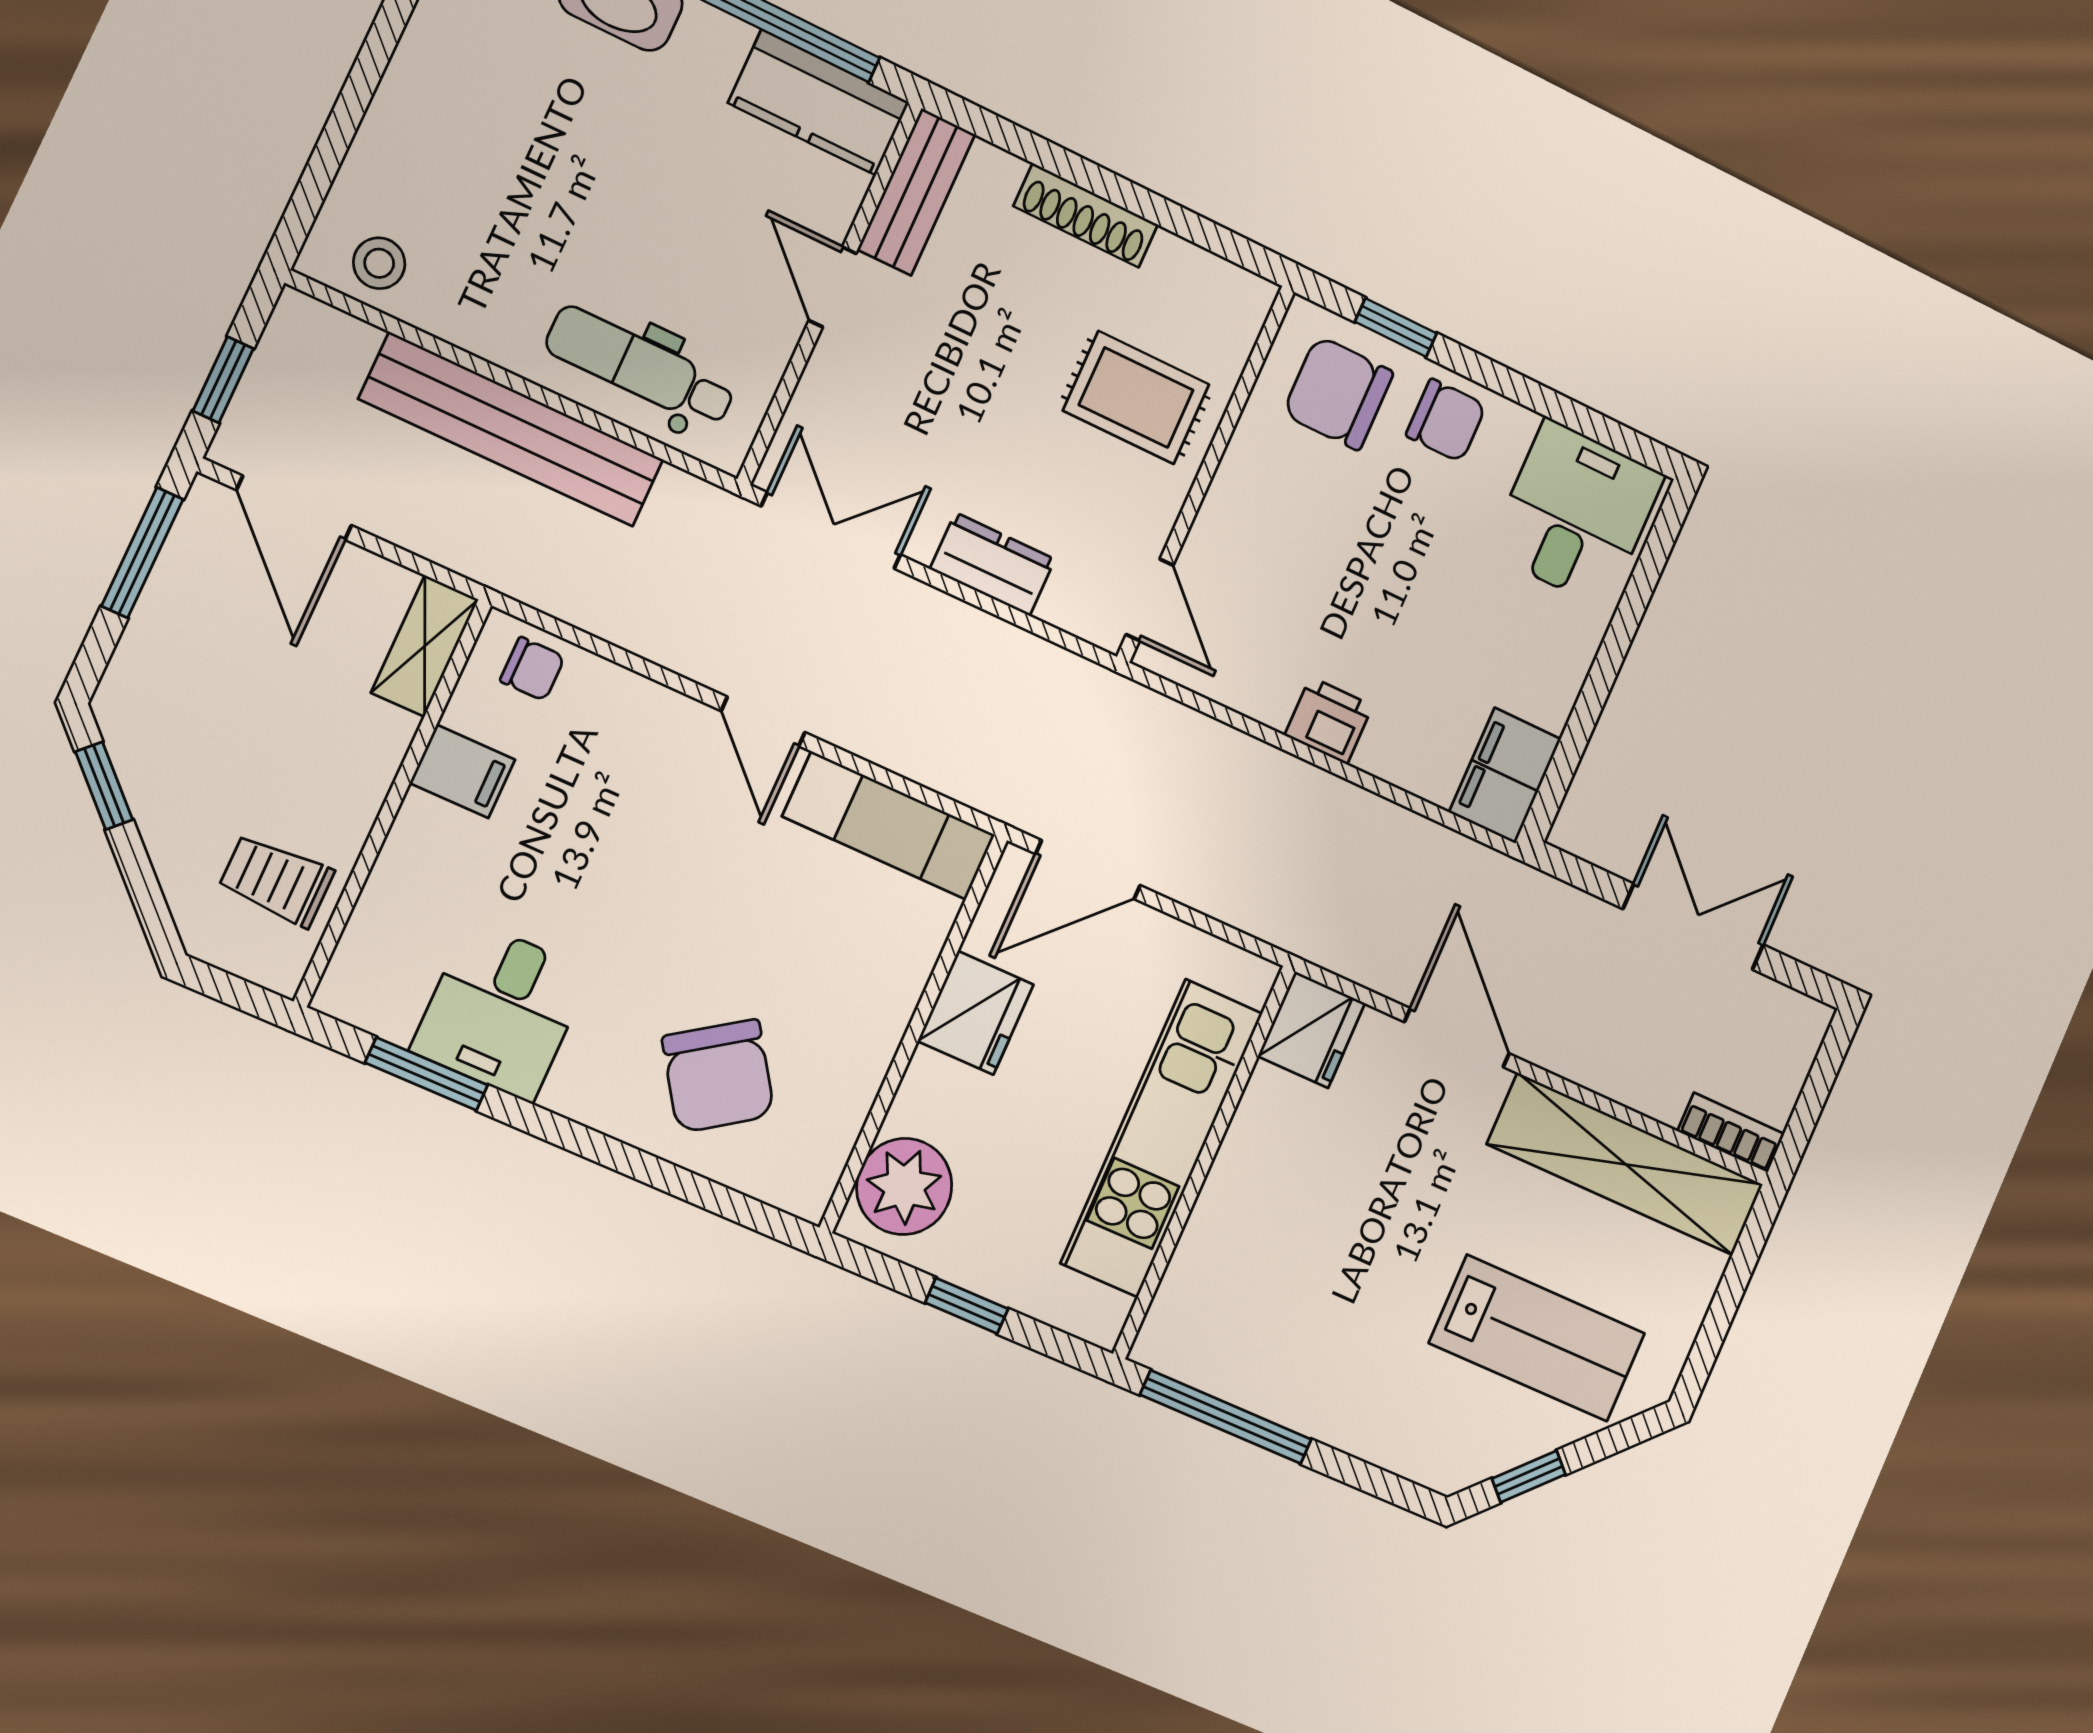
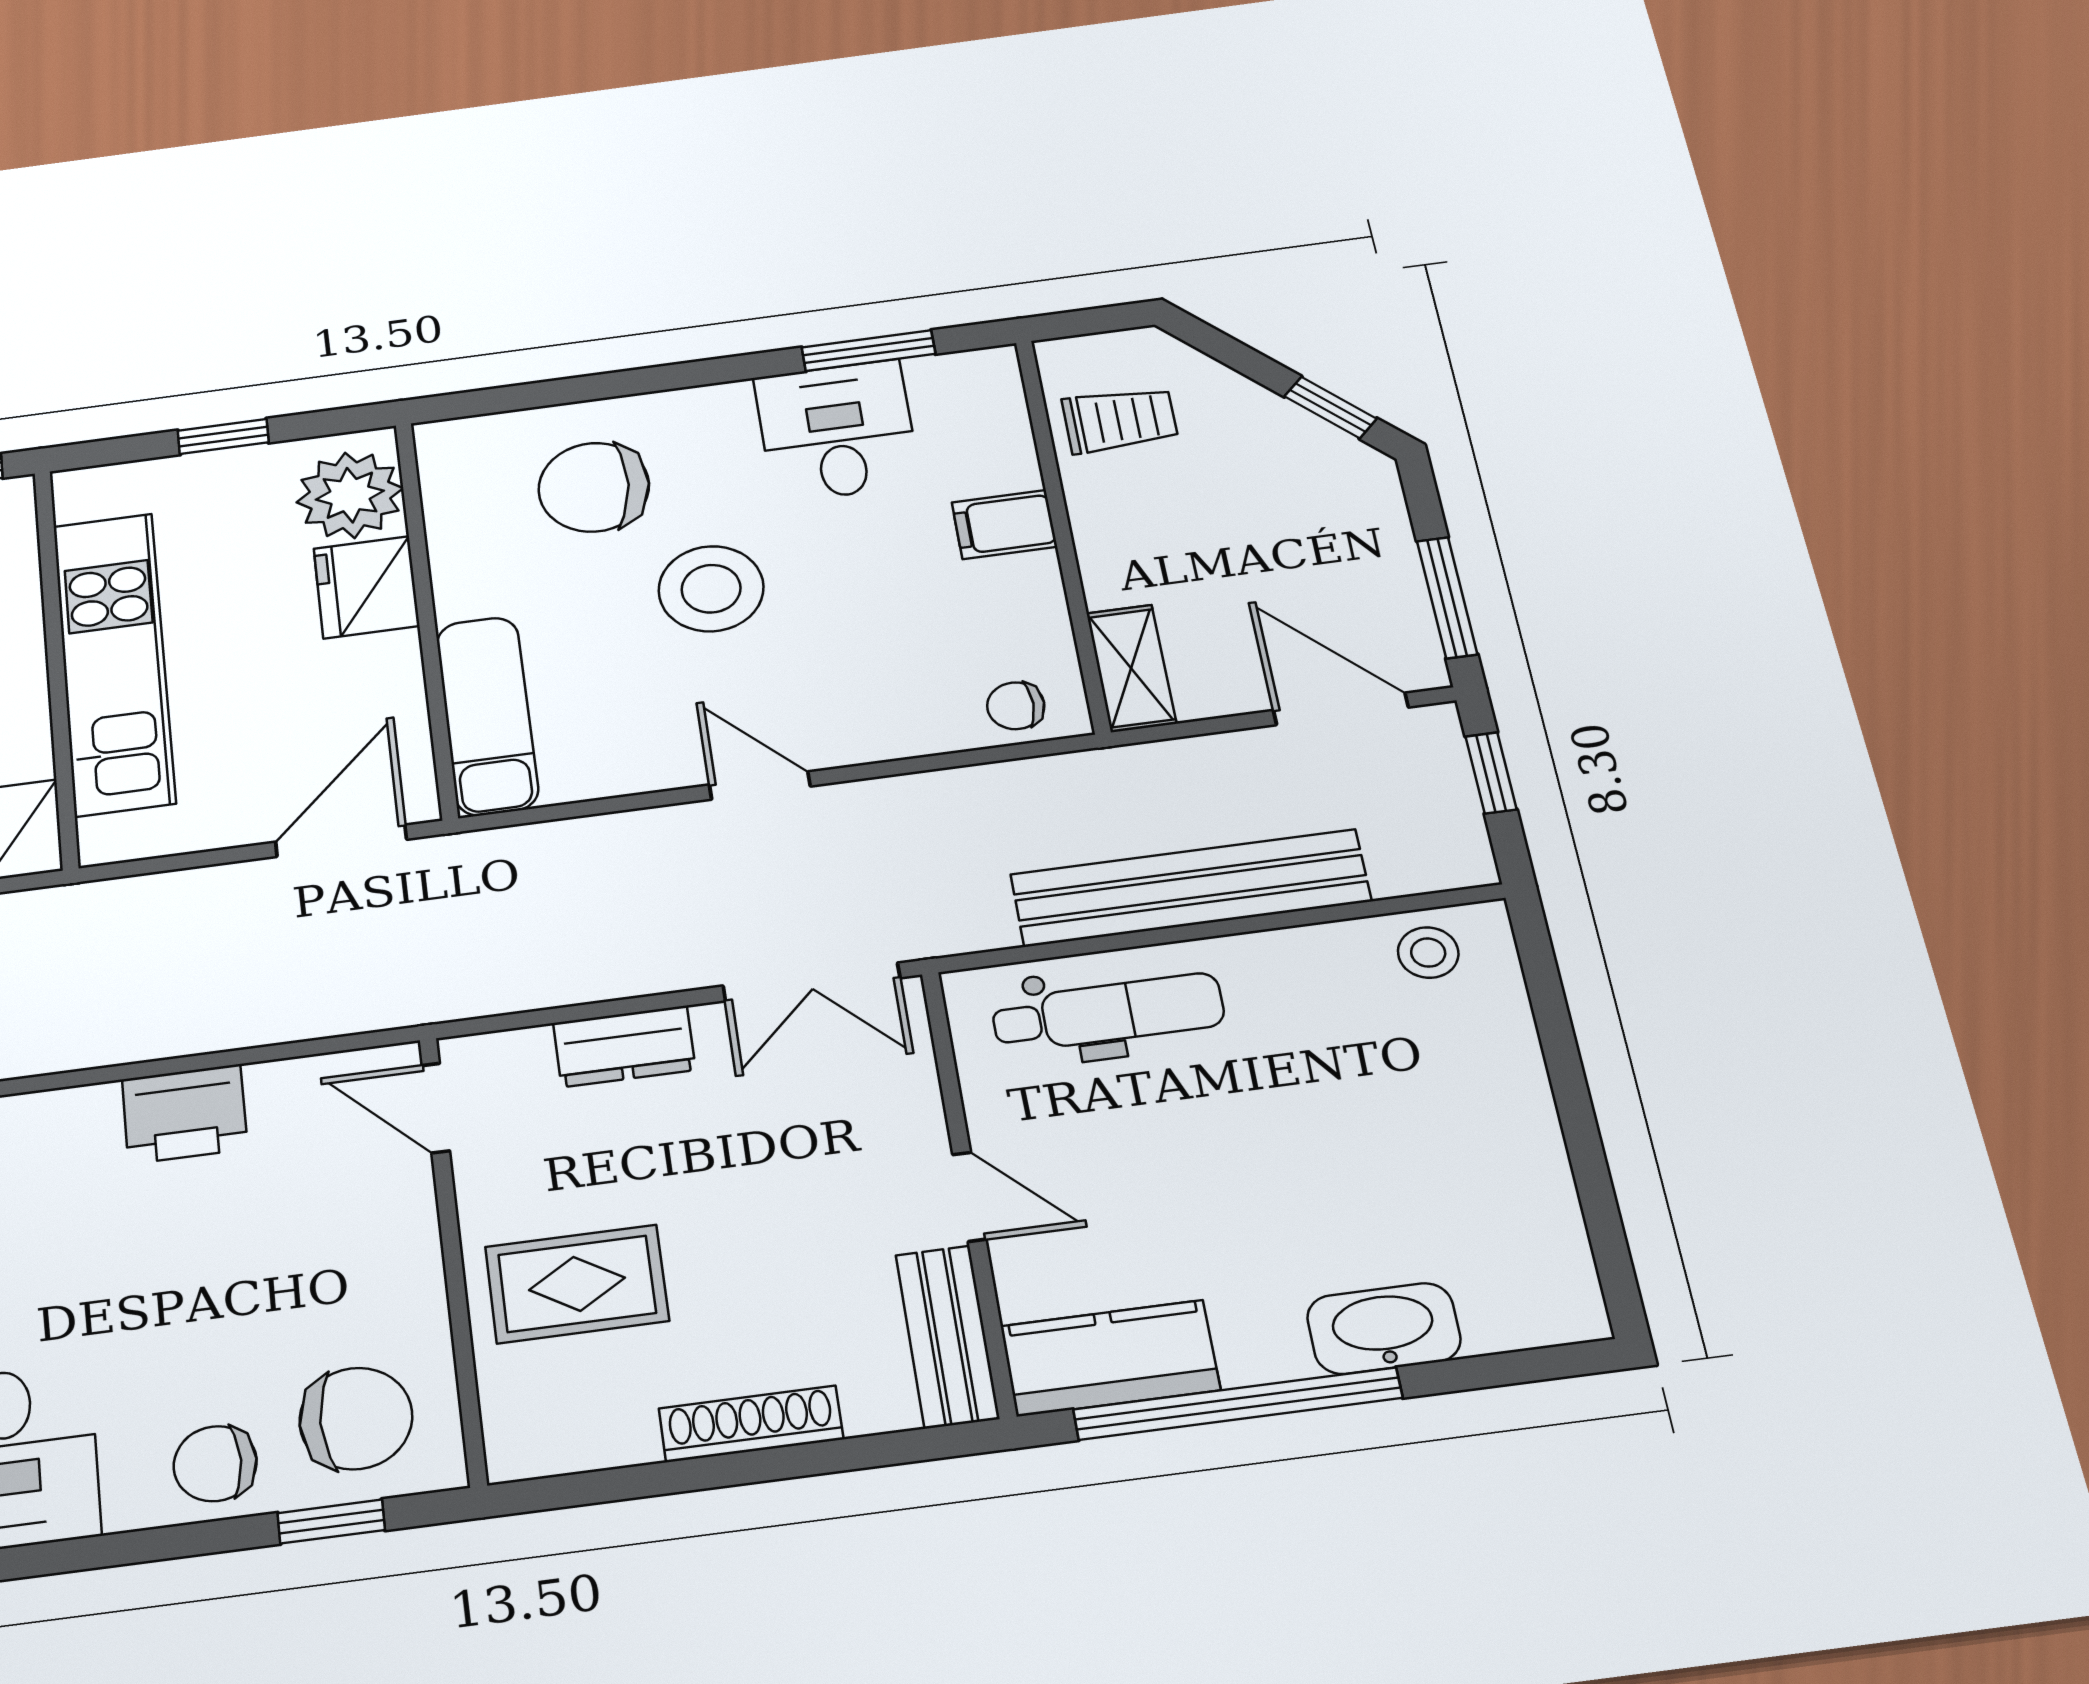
printer: (1329, 720) -> (185, 1114), width x1.36, depth x1.24
filing cabinet: (462, 771) -> (1004, 525), moved
exam couch: (889, 826) -> (487, 716), moved, turned 90
stool: (689, 923) -> (711, 589), added
fridge: (976, 1013) -> (366, 587), moved
chair: (718, 1076) -> (594, 487), turned -52

